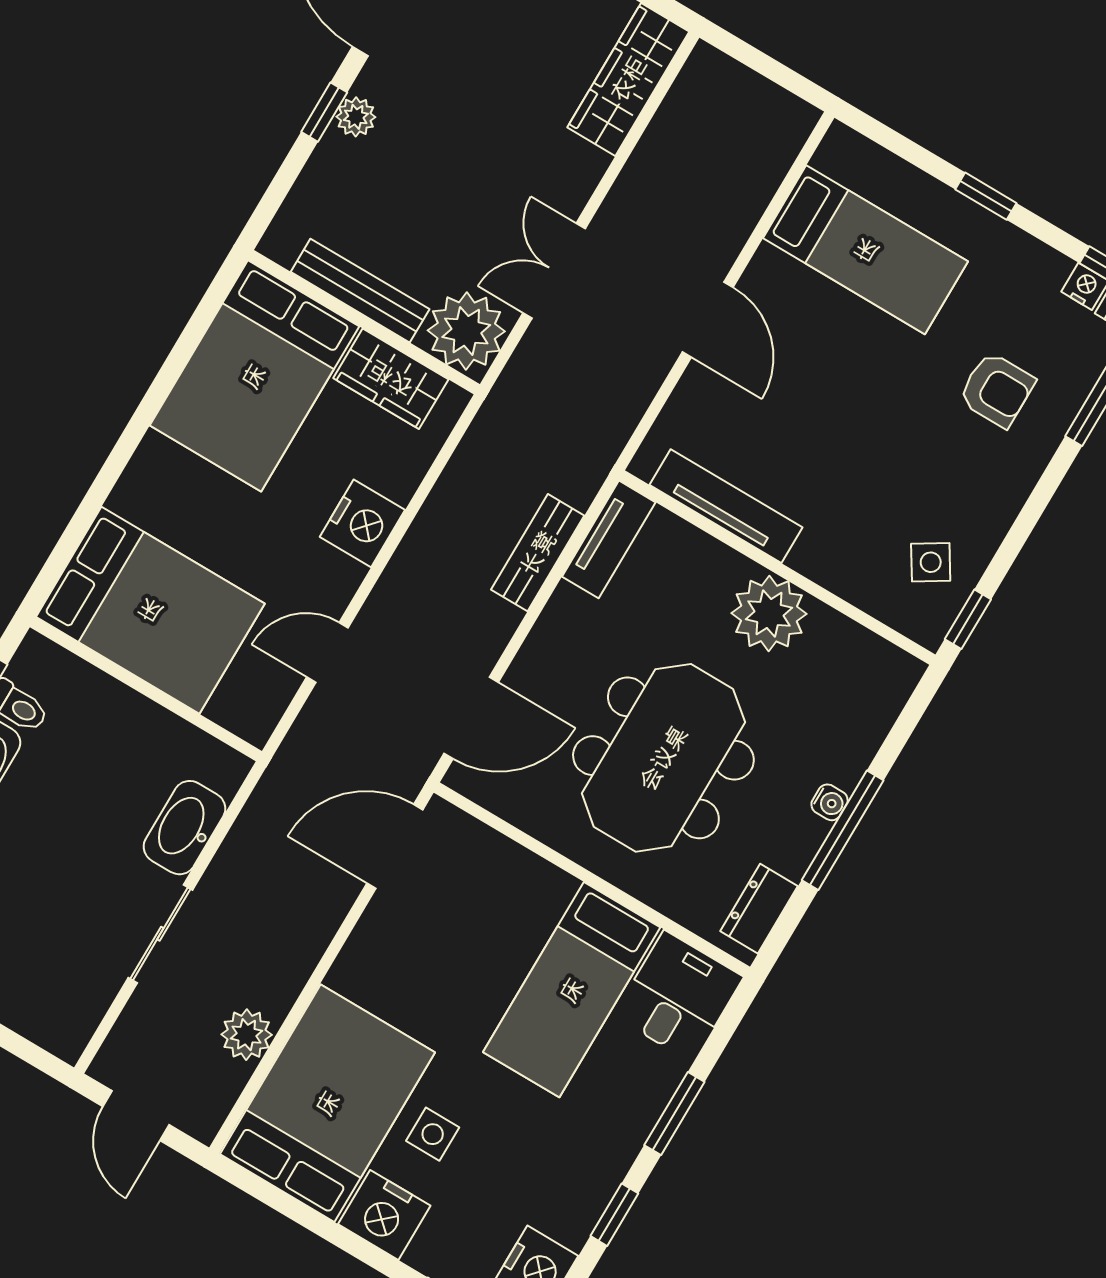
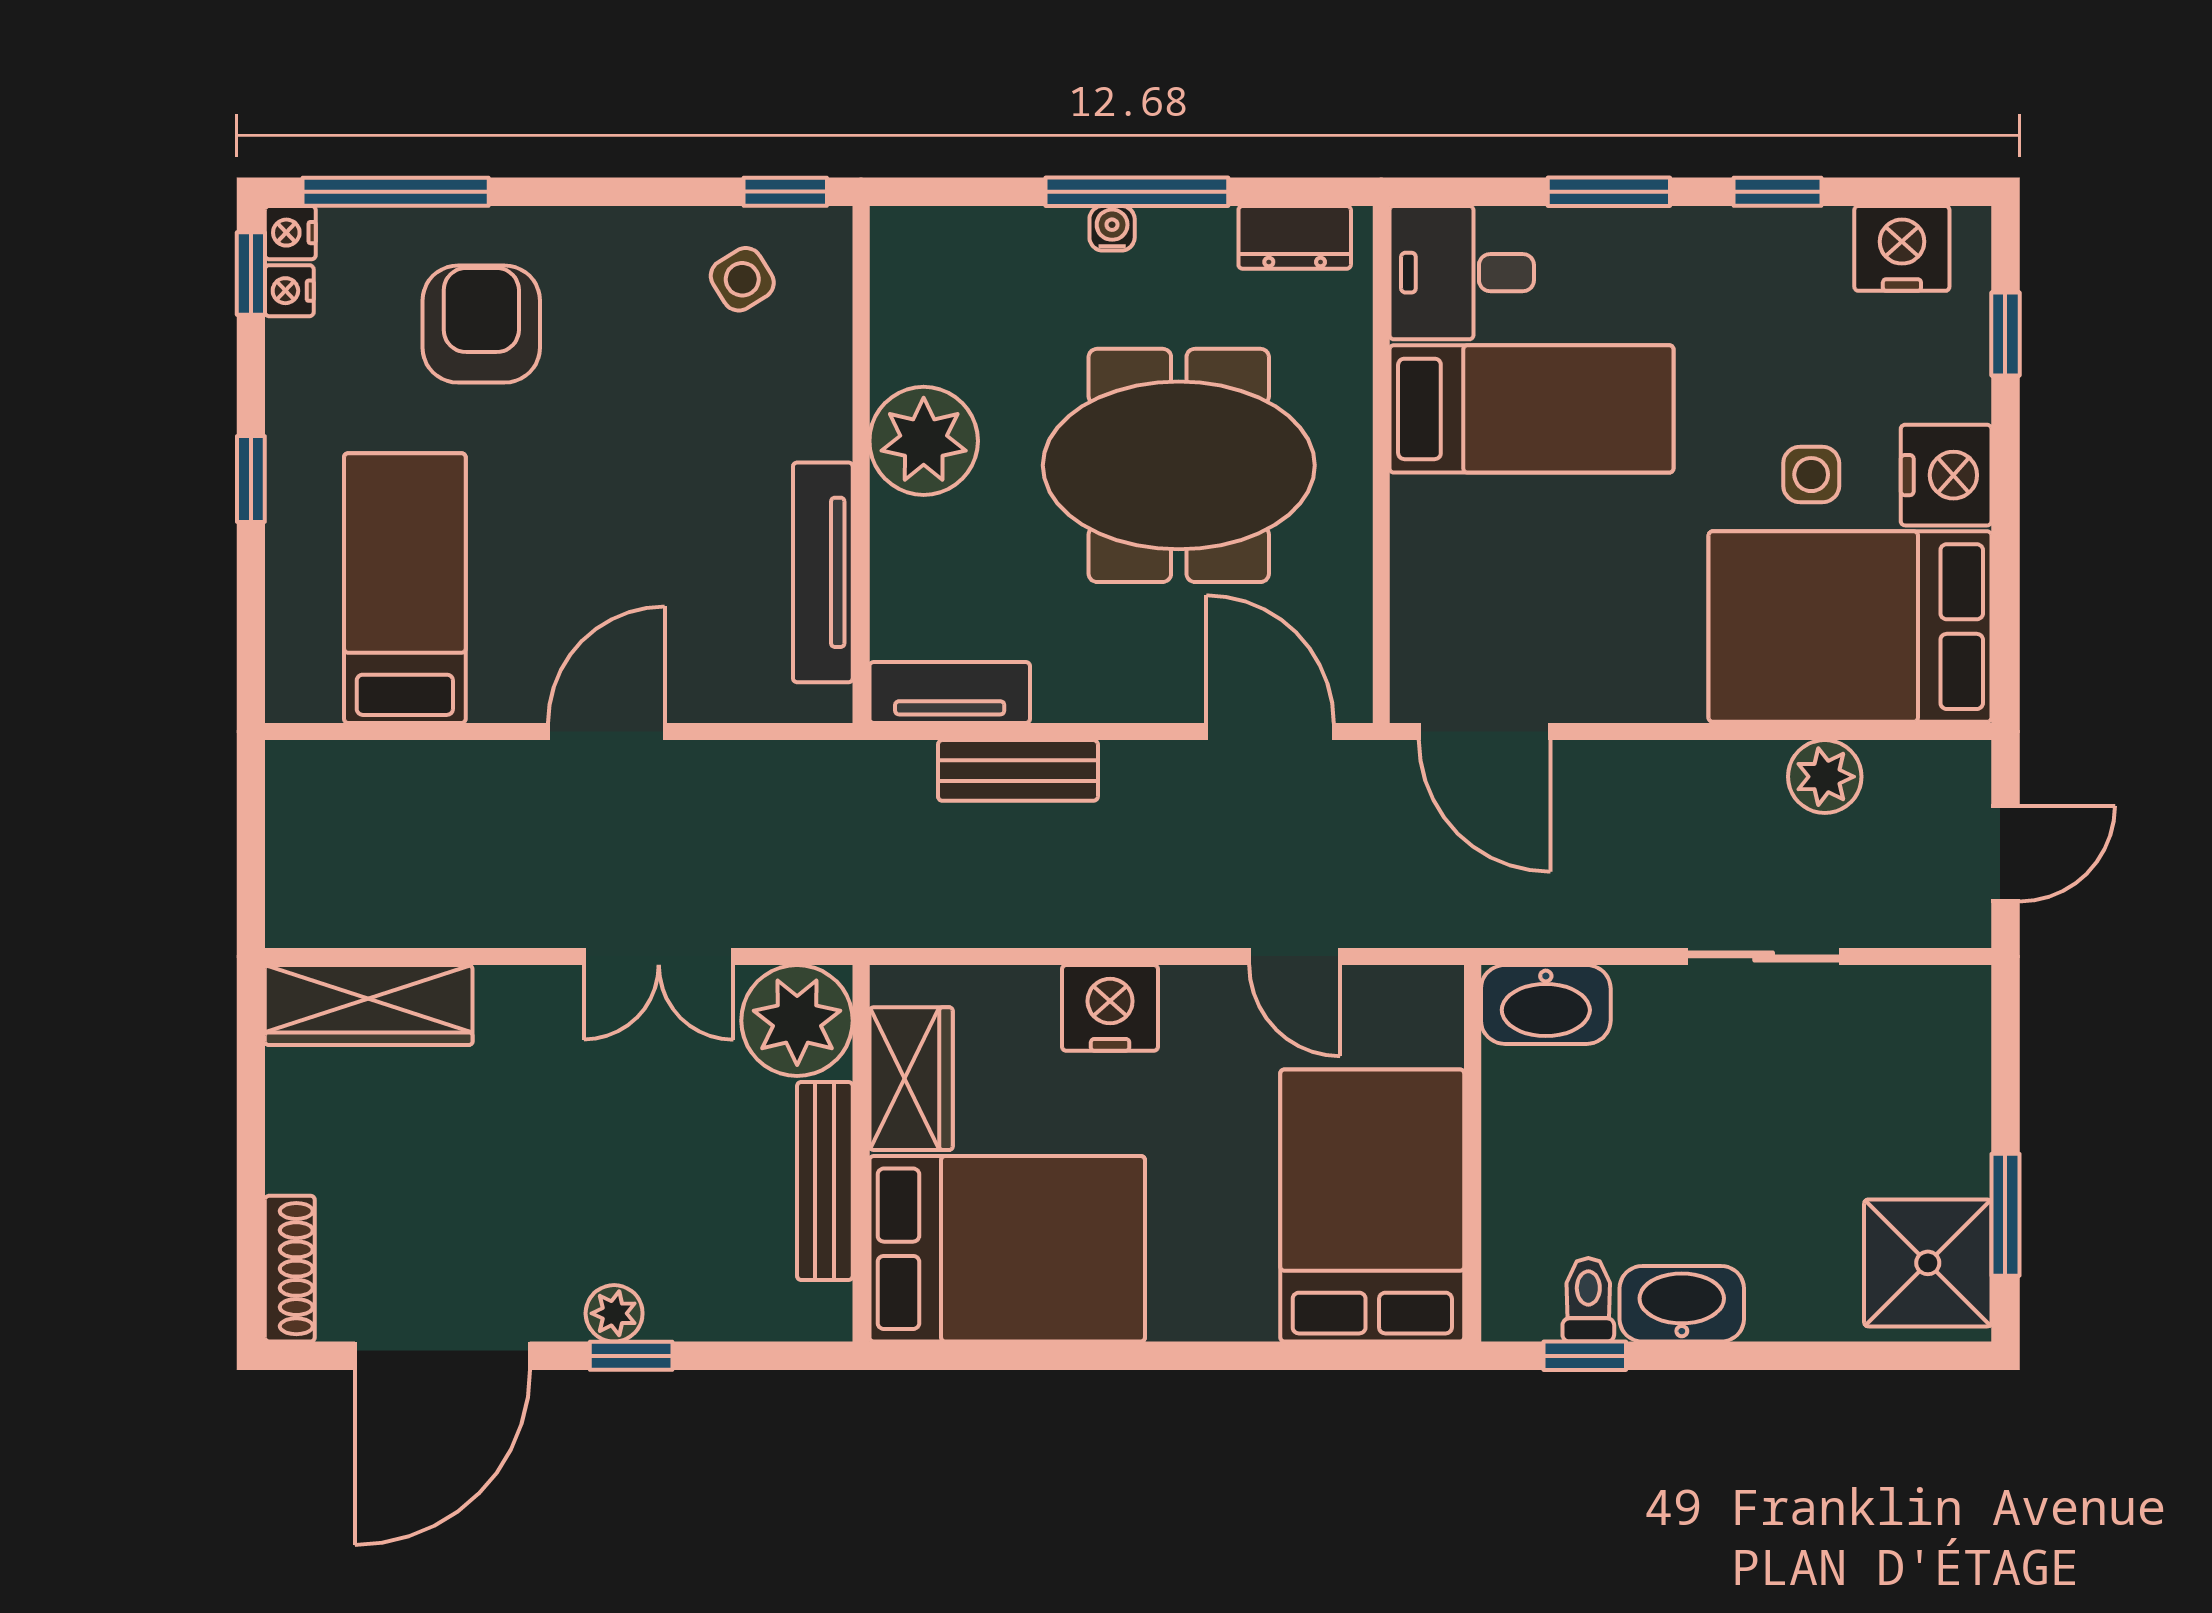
armchair: (997, 390) -> (481, 324), width x1.38, depth x1.38
washbasin: (185, 828) -> (1546, 1004), moved

